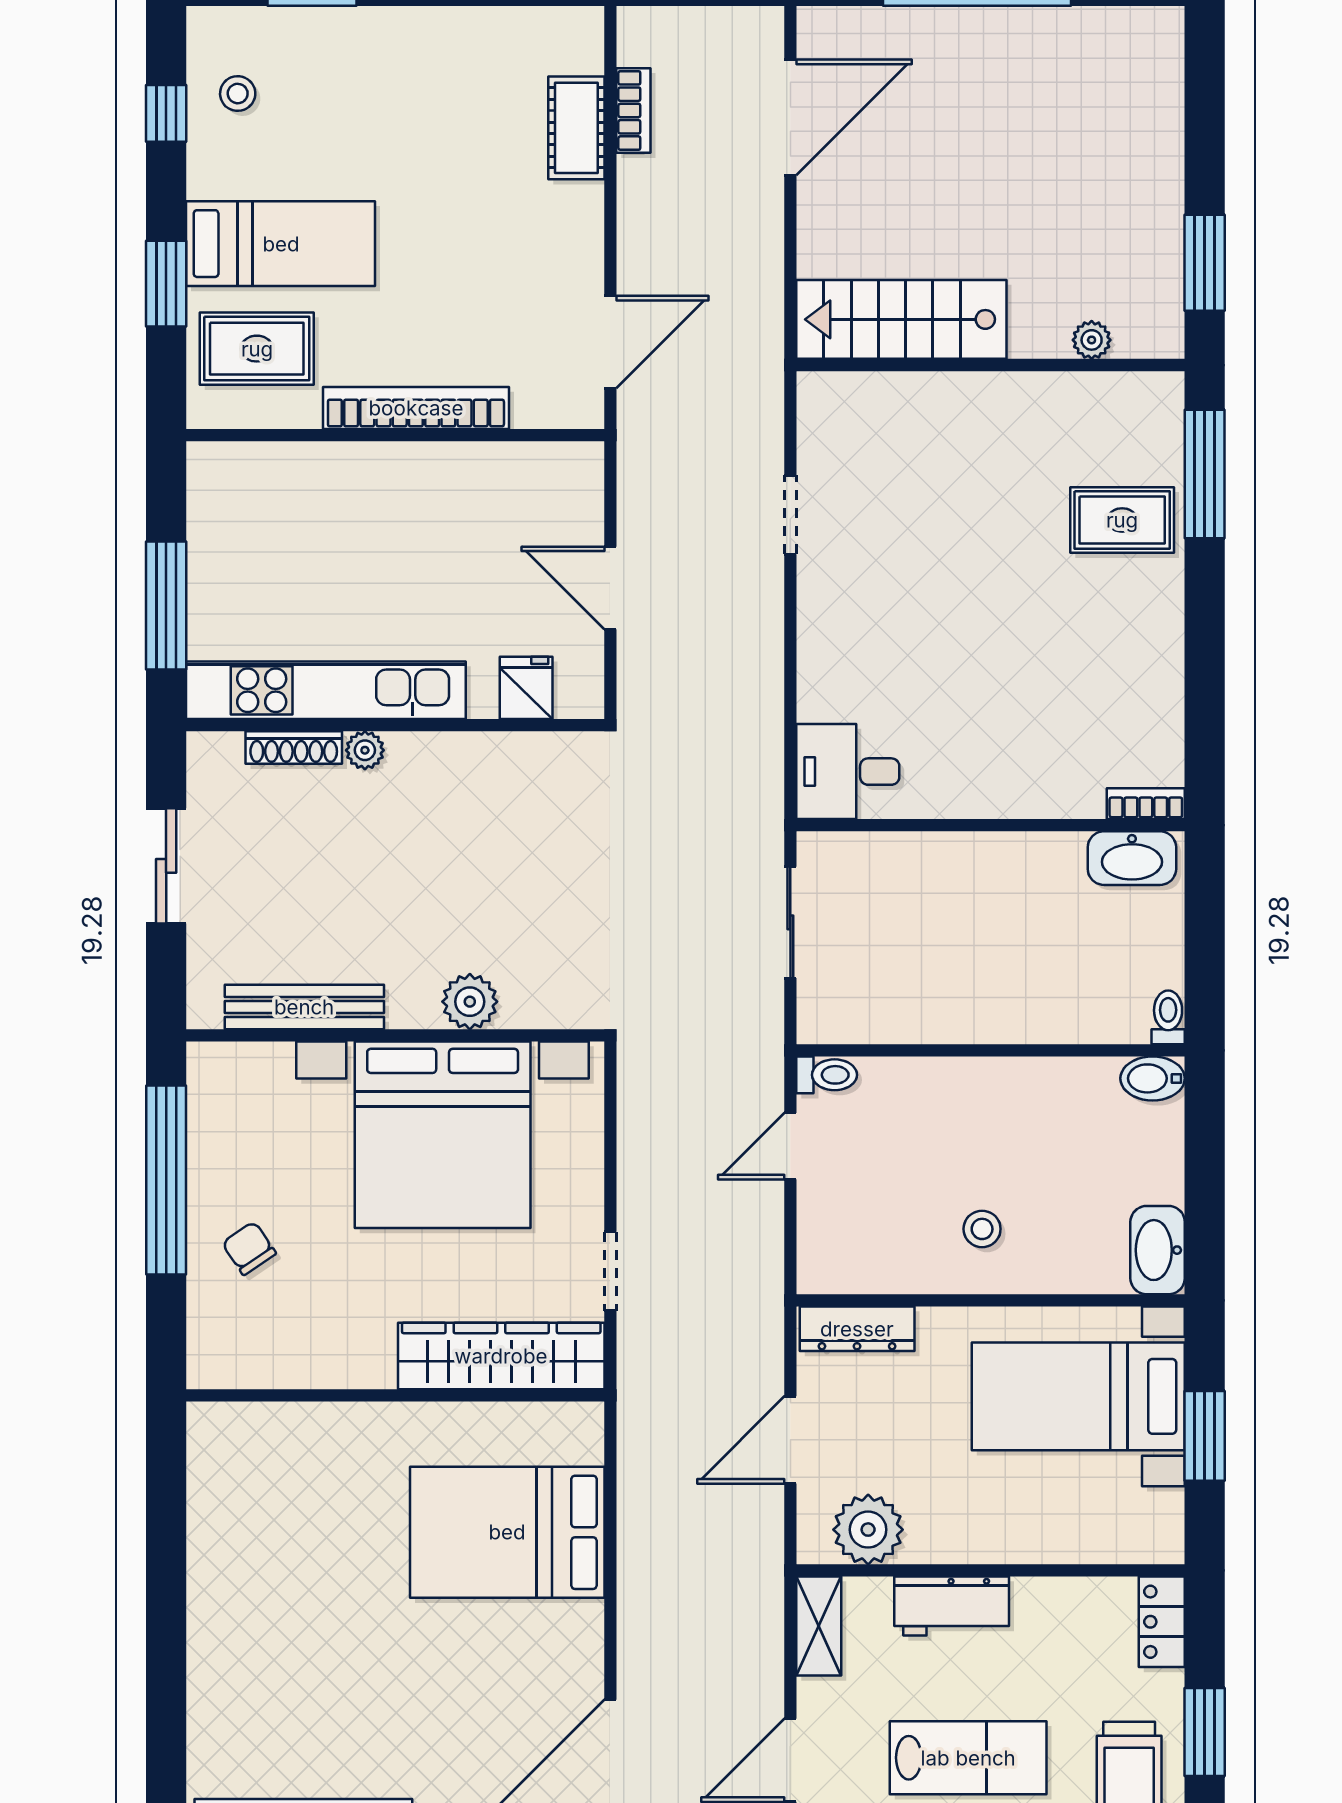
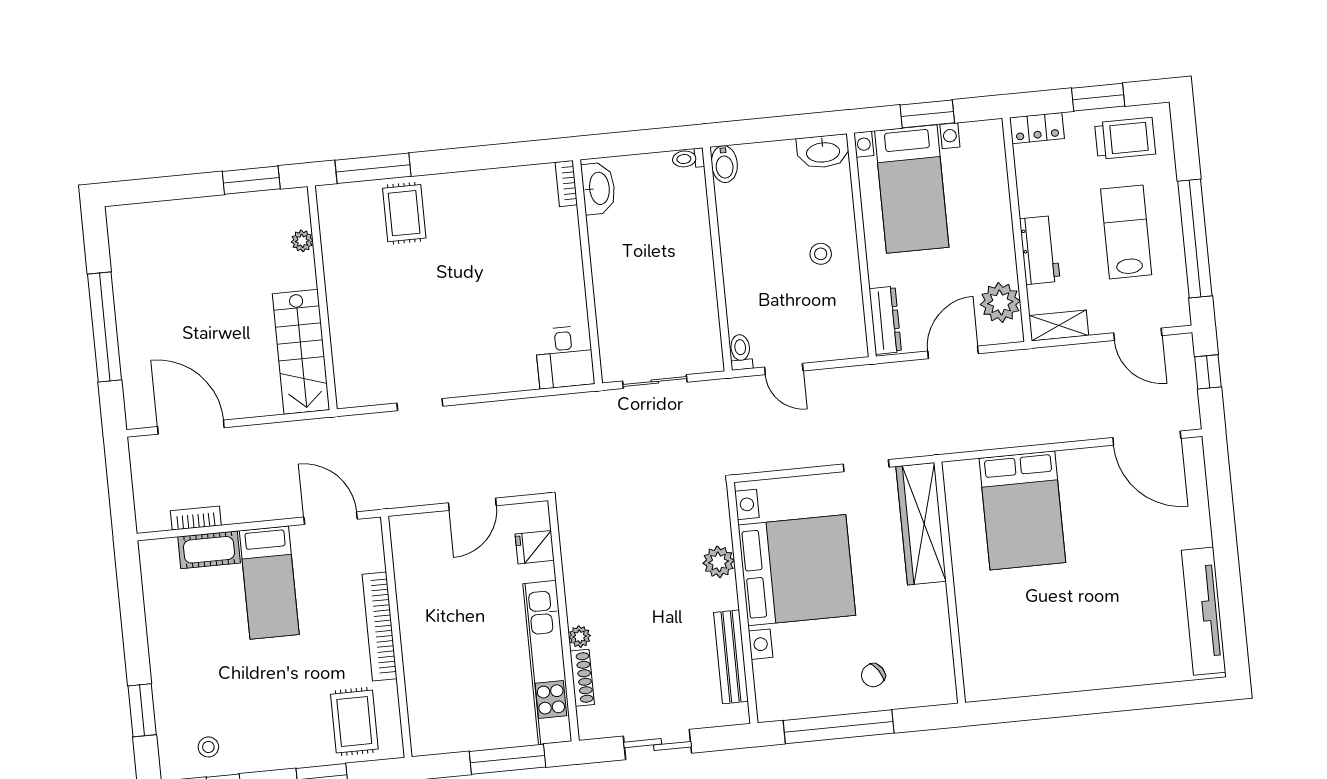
bed: (281, 244) -> (269, 583), moved, turned 180
door: (790, 1440) -> (953, 352), swing flipped

